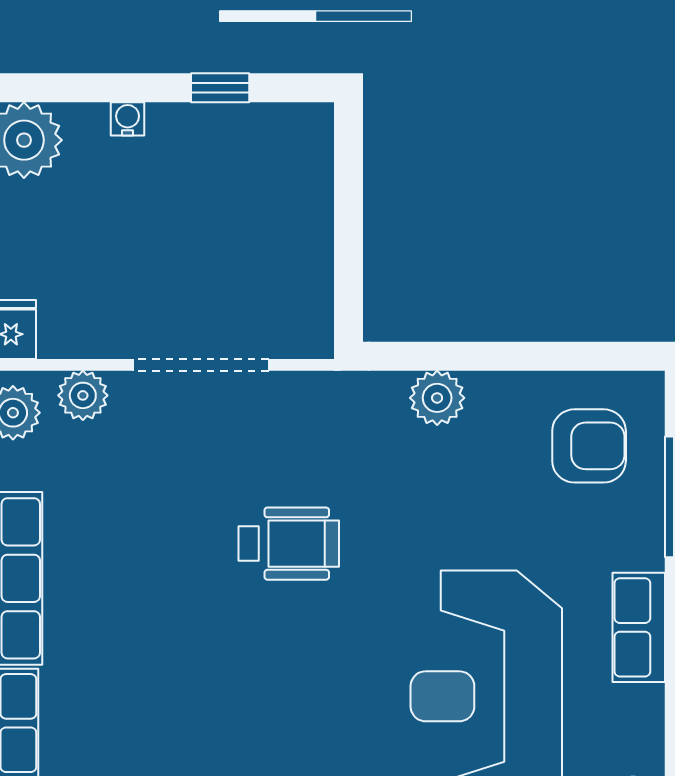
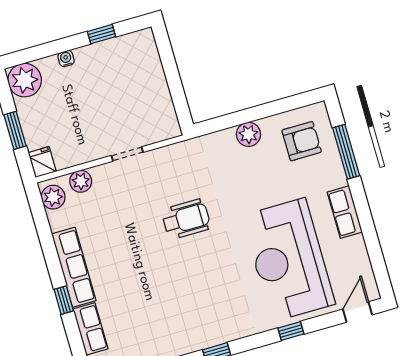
doorway: (201, 365) -> (127, 154), width x0.53
plant: (437, 398) -> (248, 134), moved

